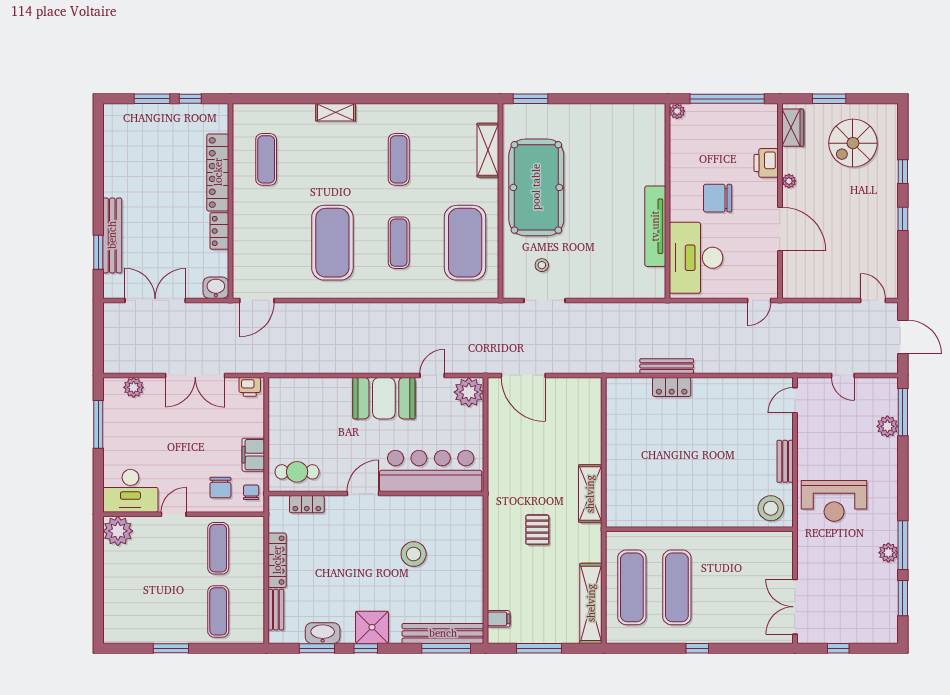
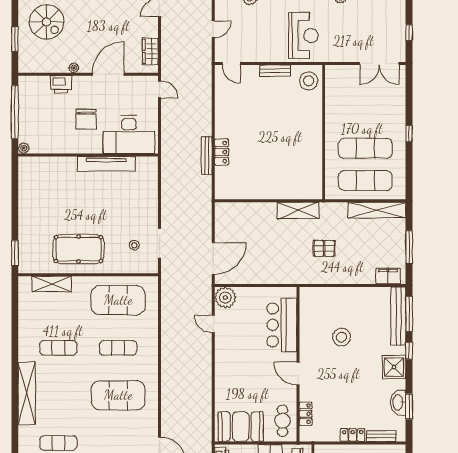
shelving: (336, 112) -> (27, 393), width x2.20, depth x1.33
wardrobe: (793, 128) -> (150, 51), moved, turned -90
pool table: (536, 187) -> (78, 249), width x0.73, depth x0.76
booth: (384, 398) -> (241, 427), moved, turned 90
bar counter: (431, 471) -> (282, 325), width x0.73
locker: (277, 560) -> (353, 435), width x0.66
filing cabinet: (499, 619) -> (388, 276), width x2.00
window: (366, 648) -> (409, 351), moved

